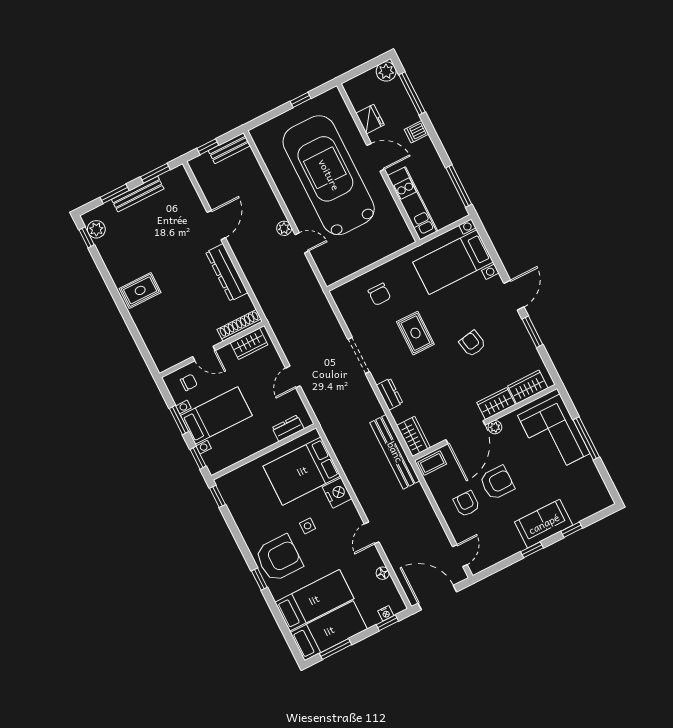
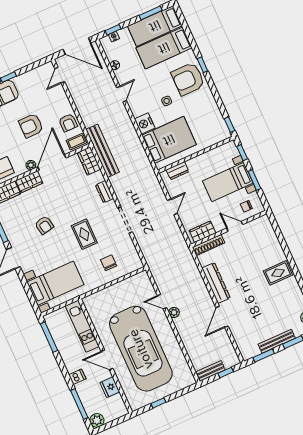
armchair: (467, 504) -> (68, 123), moved

